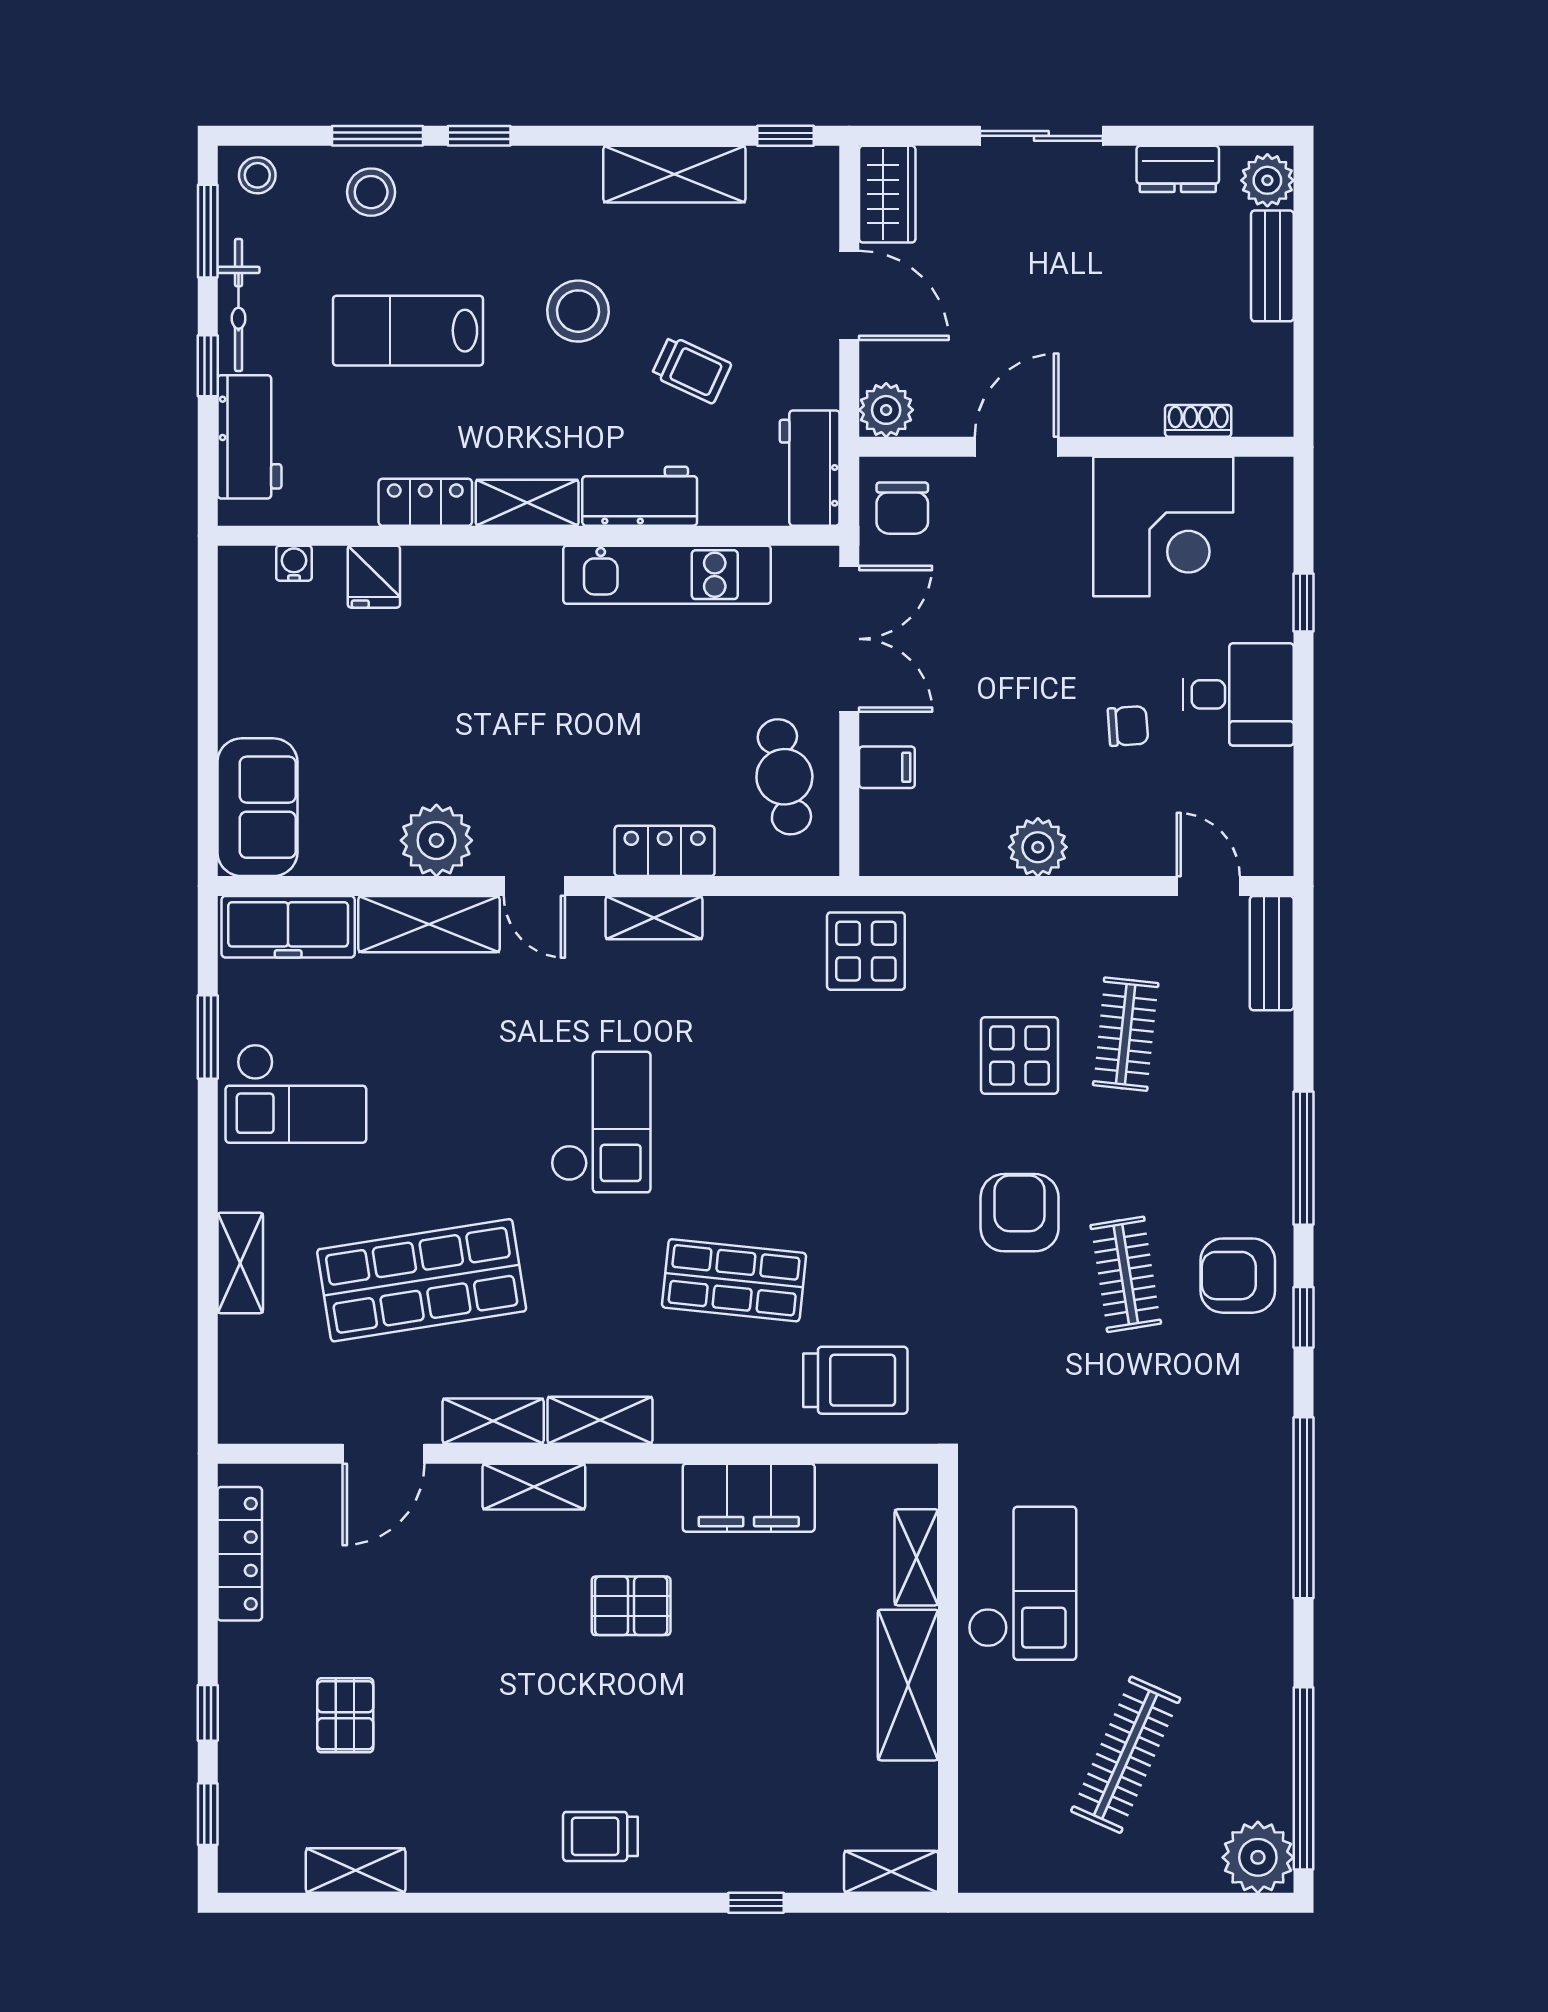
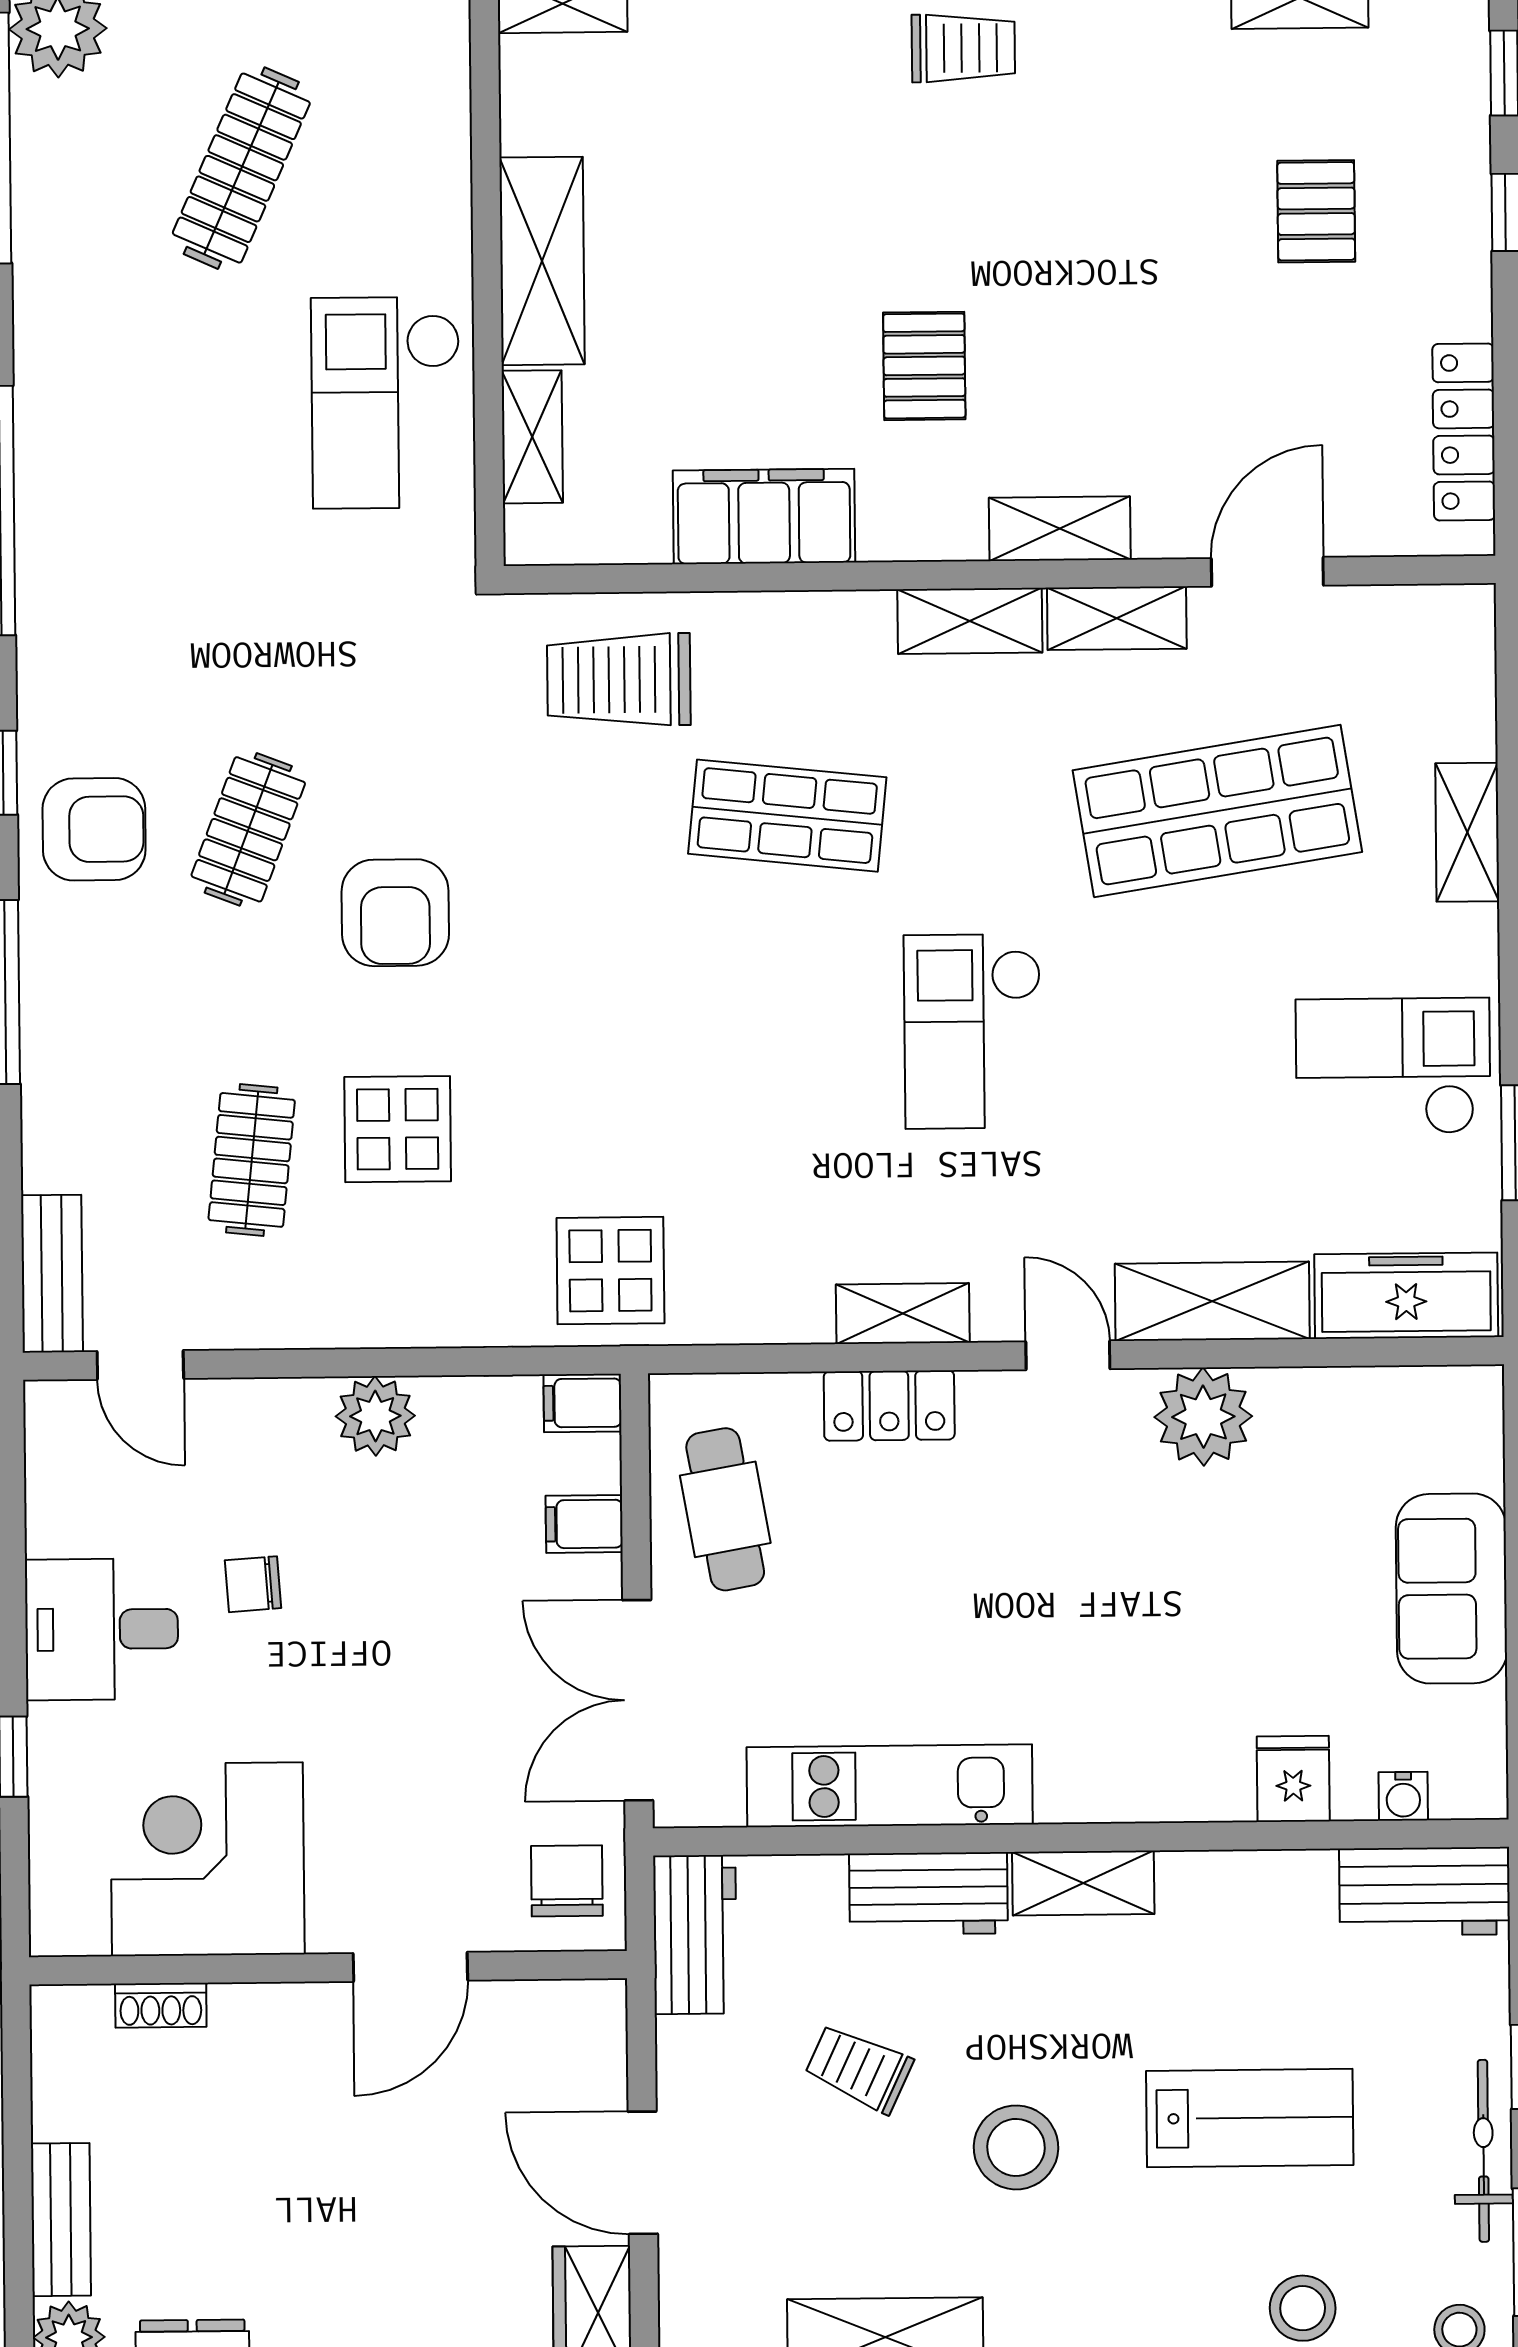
plant: (886, 410) -> (590, 2016), removed
workbench: (249, 437) -> (1425, 1891), moved, turned -90
locker: (425, 502) -> (1224, 1882), removed
sofa: (257, 807) -> (1451, 1589), moved
filing cabinet: (887, 855) -> (582, 1403), added
clothes rail: (1126, 1274) -> (248, 829), turned 30
pallet: (631, 1606) -> (924, 366), turned 90

